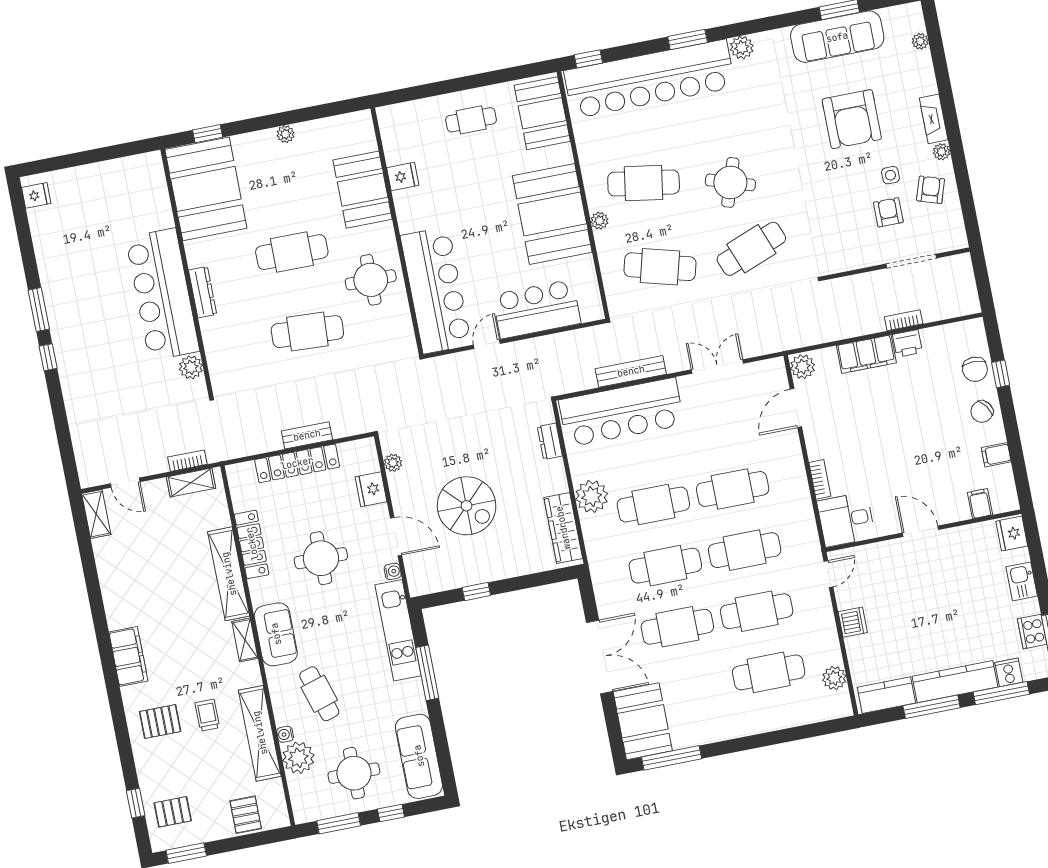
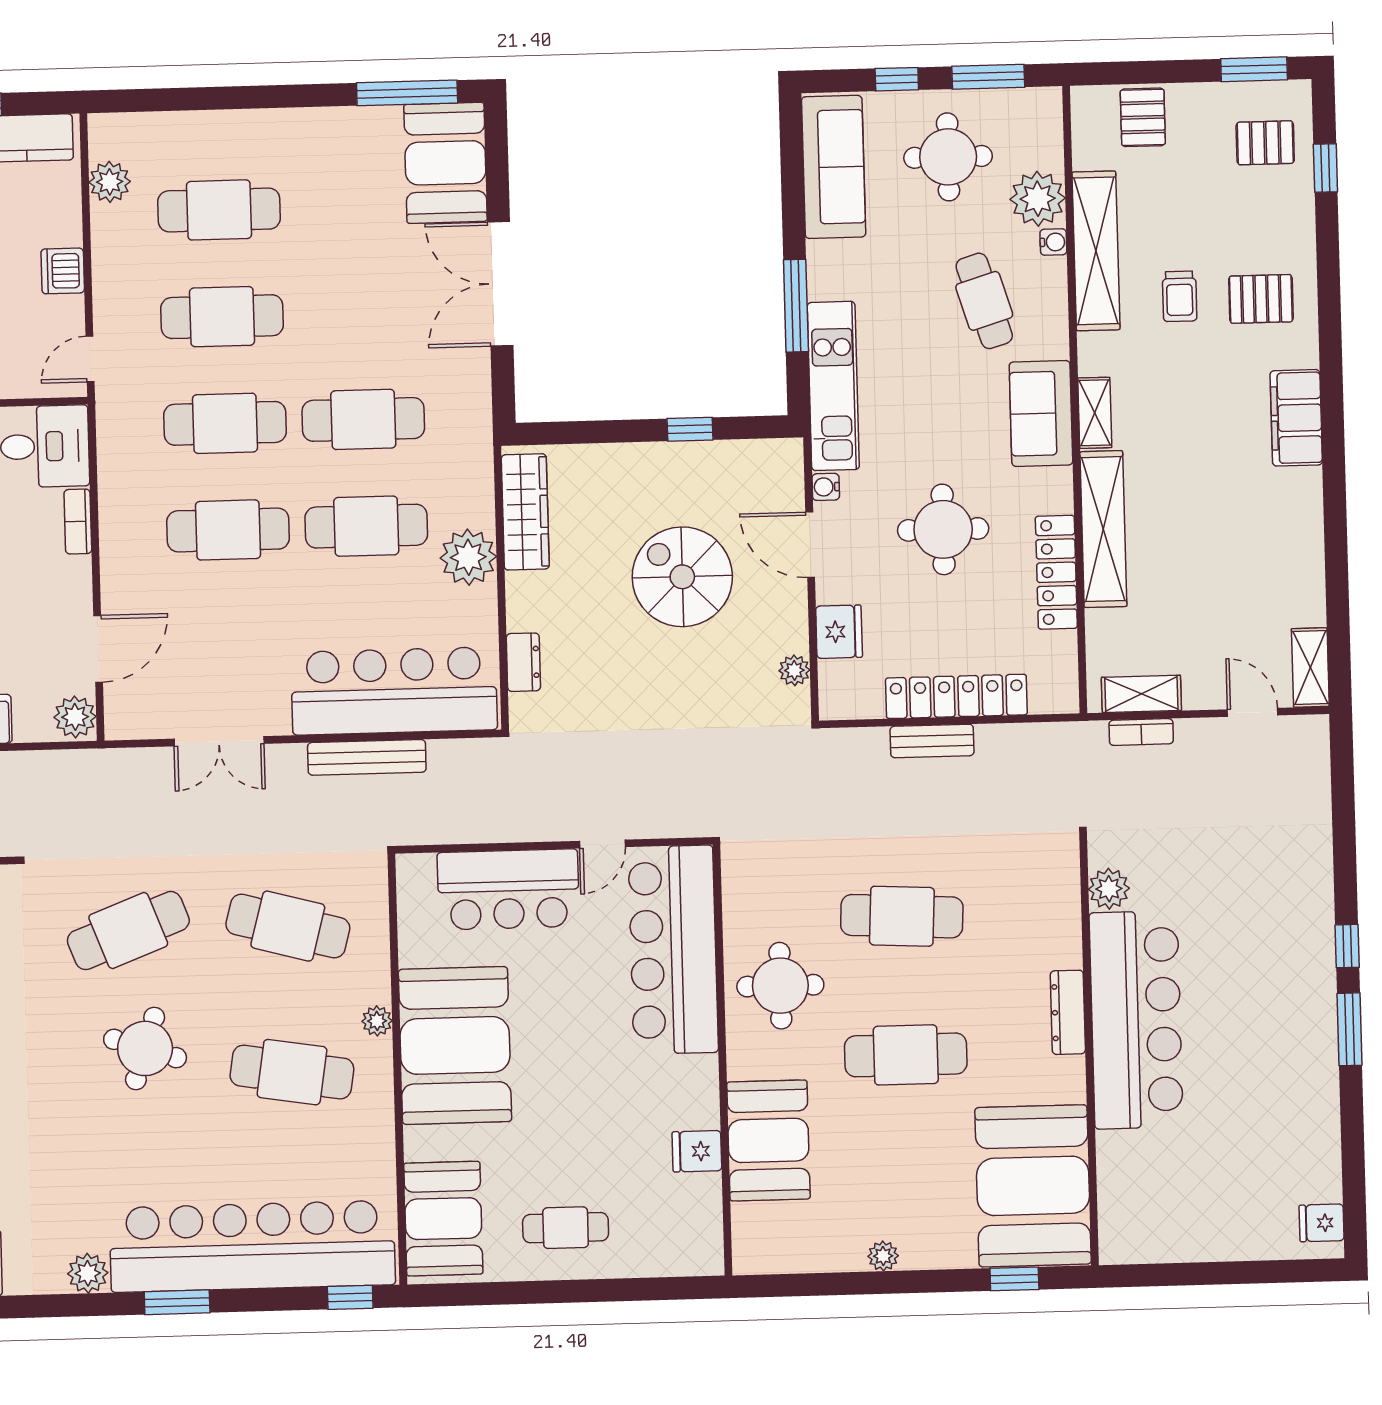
cafe table: (677, 627) -> (360, 313), removed

